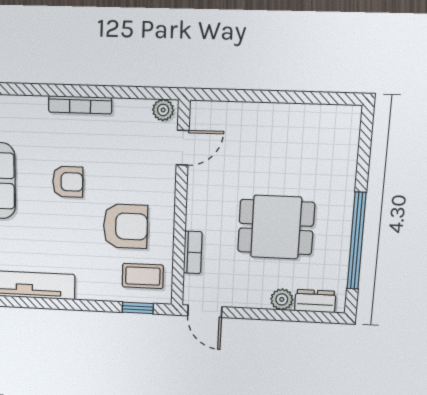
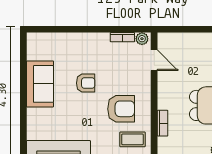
bookcase: (80, 105) -> (122, 37), moved, width x0.64
door: (183, 148) -> (154, 60), hinge flipped

